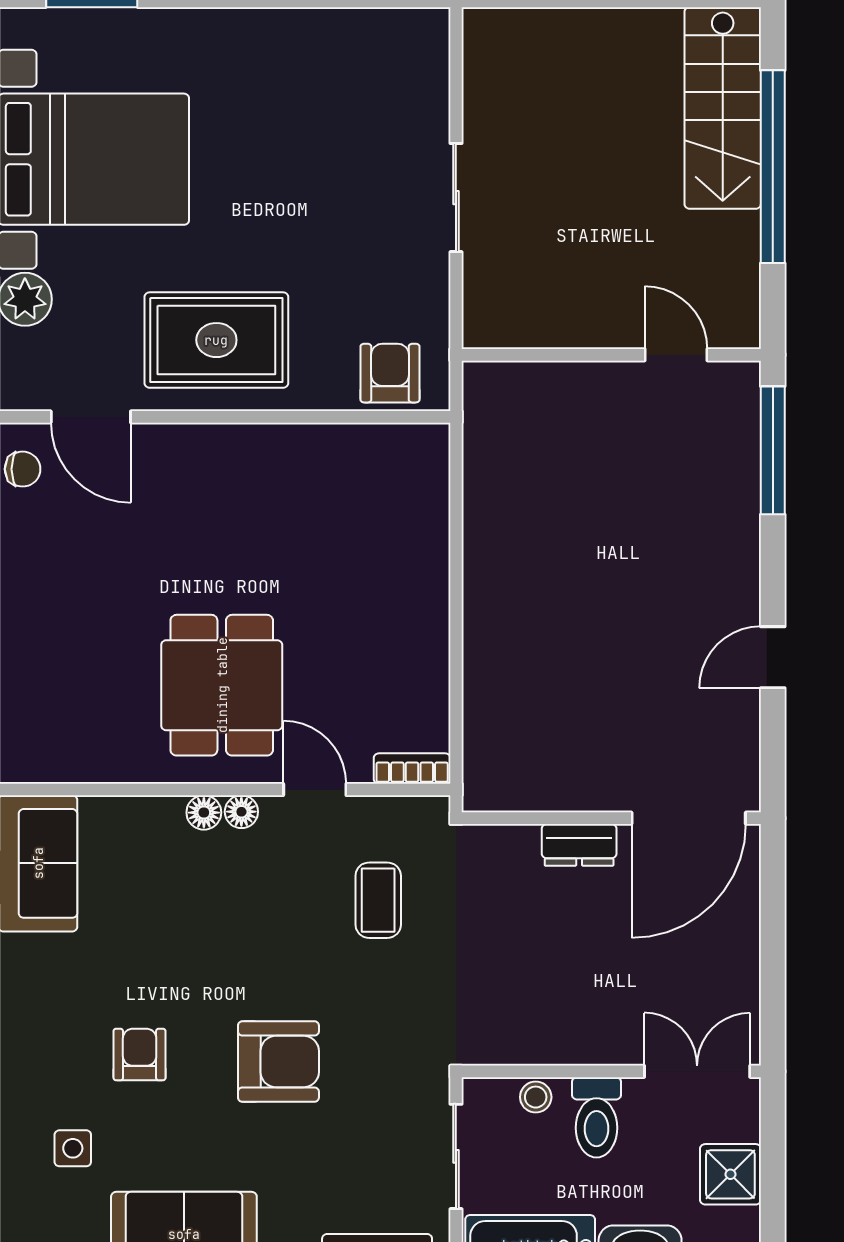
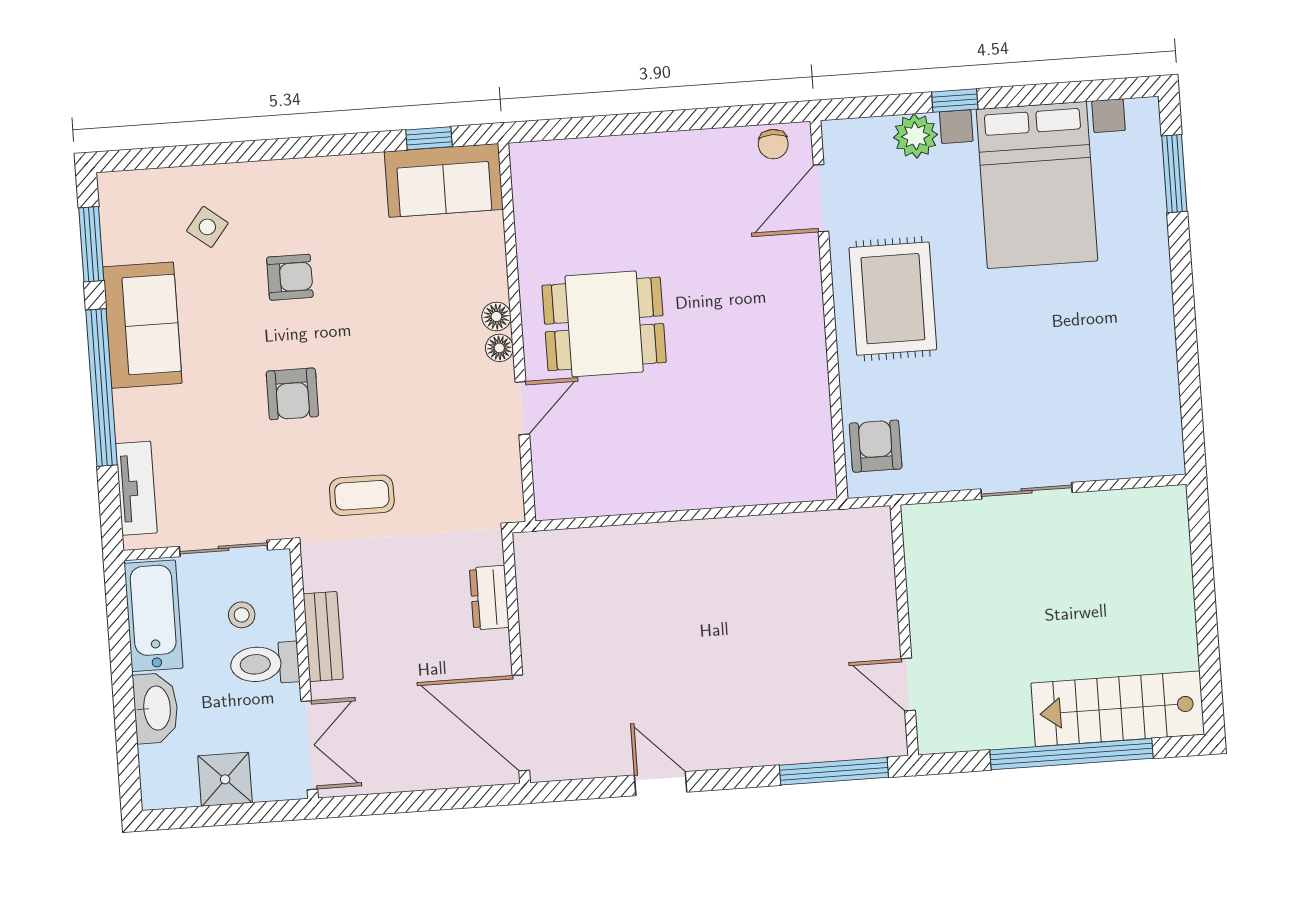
door: (676, 355) -> (908, 684), swing flipped
armchair: (390, 373) -> (876, 446), turned -90
bookcase: (412, 769) -> (546, 488), removed
dresser: (579, 845) -> (489, 598), moved
coffee table: (378, 900) -> (362, 495), moved
bench: (569, 1046) -> (323, 637), added
armchair: (278, 1062) -> (292, 394), width x0.72, depth x0.72
stool: (536, 1097) -> (242, 615), moved
side table: (73, 1148) -> (207, 227), turned 38

